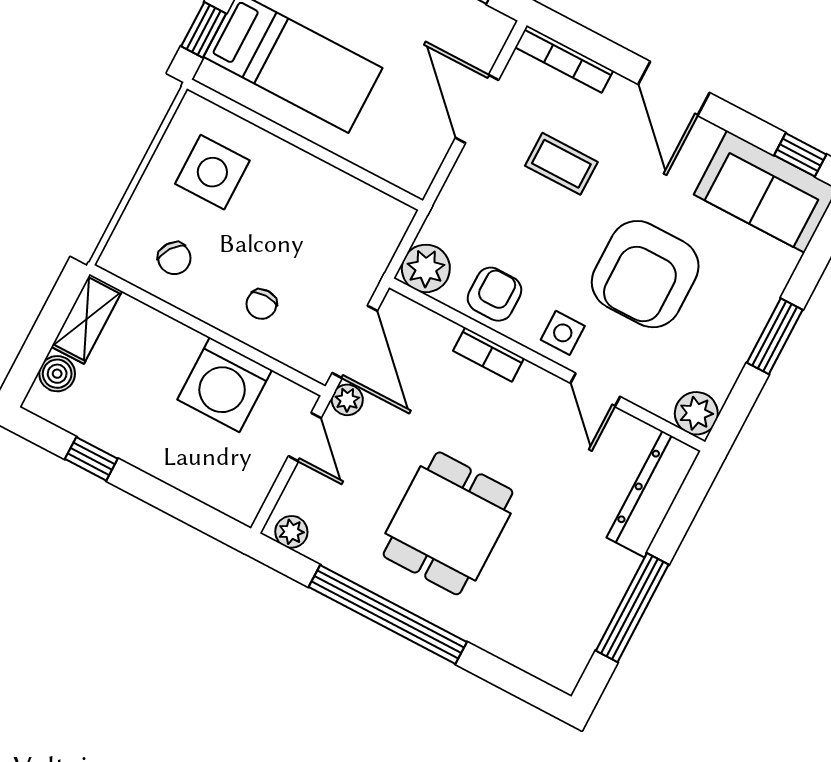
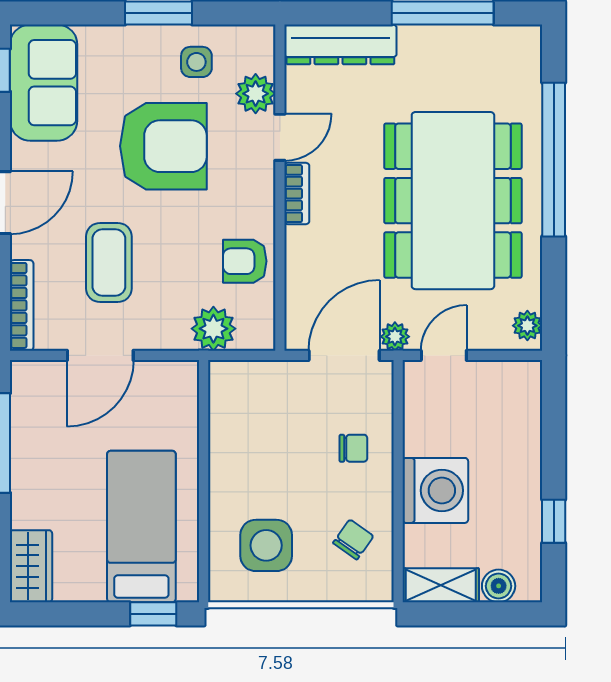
coffee table: (561, 164) -> (109, 262), width x1.36, depth x1.30
plant: (426, 268) -> (213, 329), moved
side table: (563, 333) -> (196, 62), moved
bookcase: (489, 355) -> (297, 194), moved
washing machine: (225, 385) -> (435, 490), moved
plant: (696, 413) -> (256, 94), moved
dining table: (448, 523) -> (453, 201), width x1.88, depth x1.24
window: (388, 614) -> (554, 160), moved

